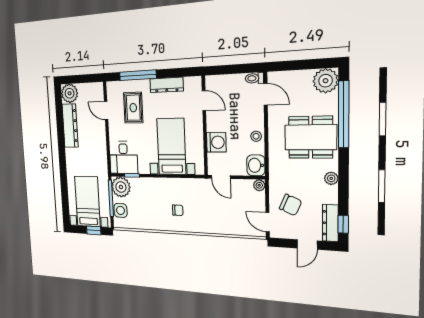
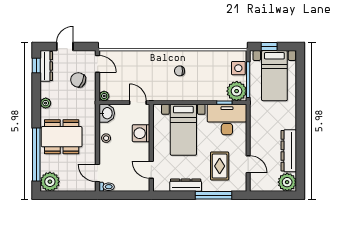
desk: (123, 157) -> (227, 120), width x1.37

